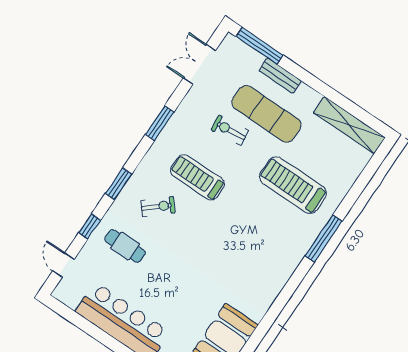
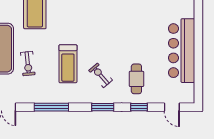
window: (160, 123) -> (51, 107), width x1.44
door: (64, 265) -> (172, 107), hinge flipped

